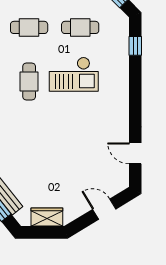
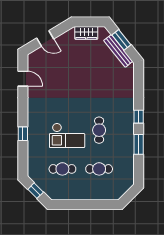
window: (135, 46) -> (23, 134), moved
checkout: (74, 74) -> (67, 135), turned 180

